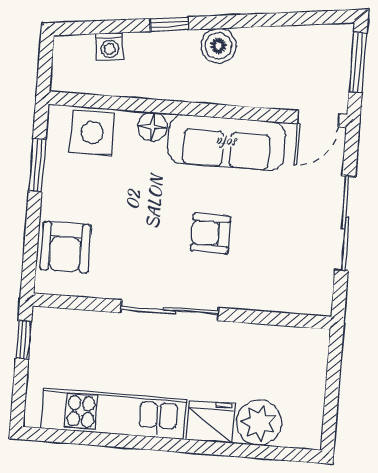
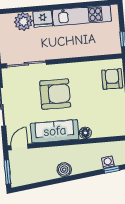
window: (169, 24) -> (112, 169), moved
side table: (92, 133) -> (109, 127), removed
armchair: (210, 233) -> (55, 94), width x1.88, depth x1.88
sliding door: (170, 310) -> (26, 64), moved

